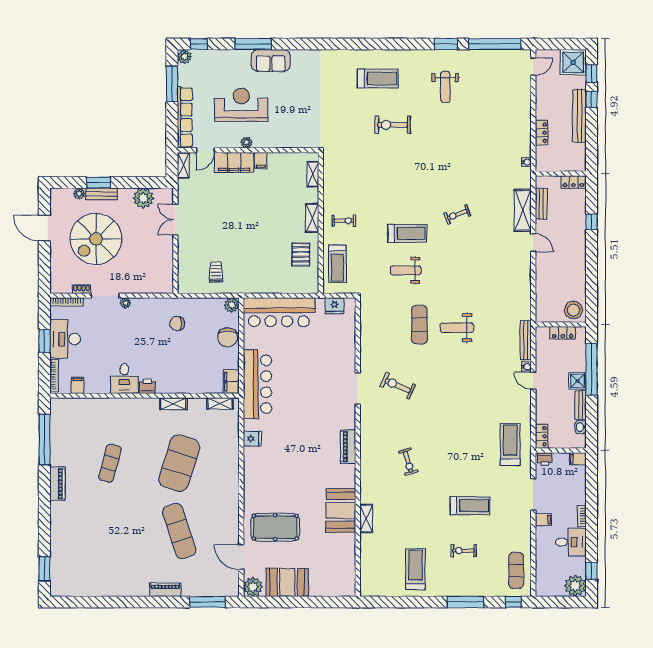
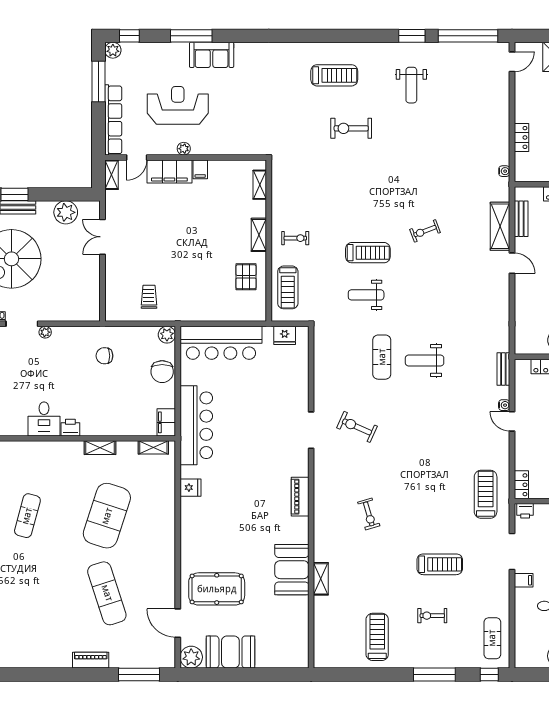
bench: (526, 340) -> (503, 369), width x0.73

